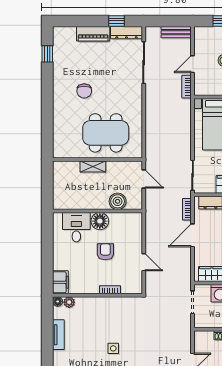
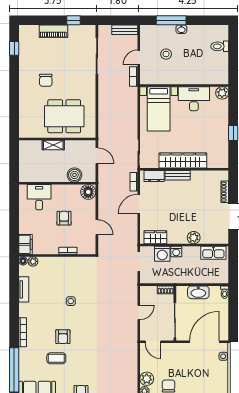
dresser: (126, 33) -> (82, 30), removed
floor lamp: (100, 221) -> (88, 192), moved

